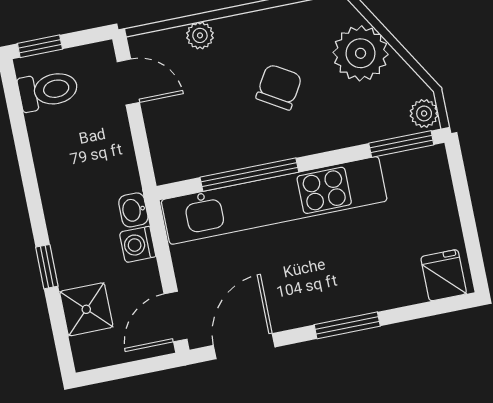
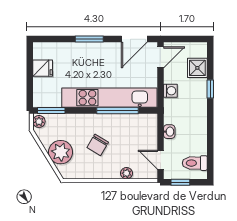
window: (40, 46) -> (180, 182), moved
washbasin: (133, 210) -> (169, 132), moved
fridge: (444, 275) -> (43, 68), moved, turned -90

